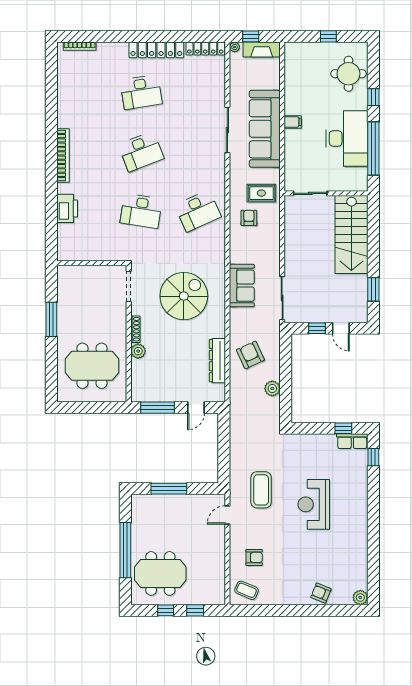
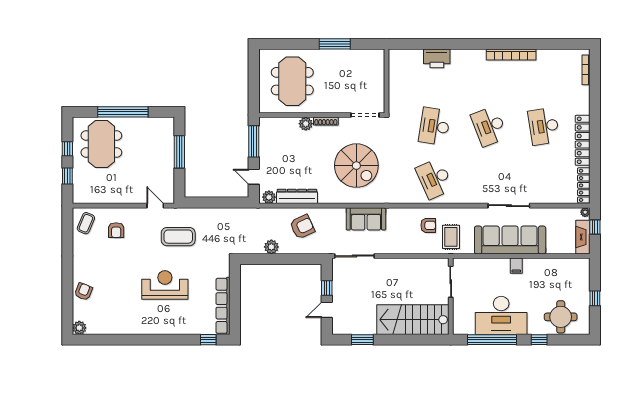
bookcase: (63, 155) -> (511, 54), moved
plant: (218, 391) -> (269, 197), added
window: (343, 428) -> (235, 312), removed
row of seats: (352, 441) -> (223, 306), width x2.02

